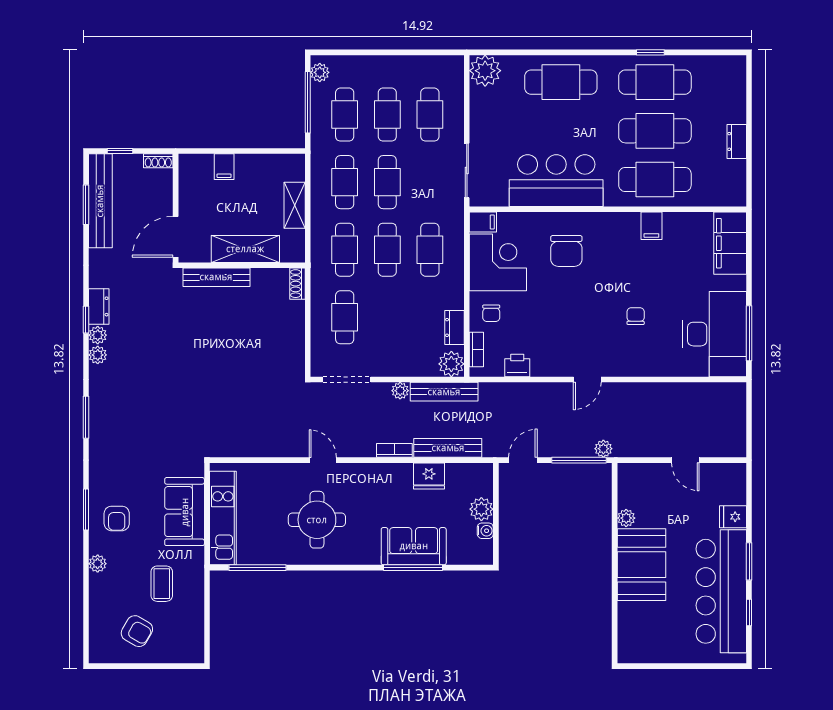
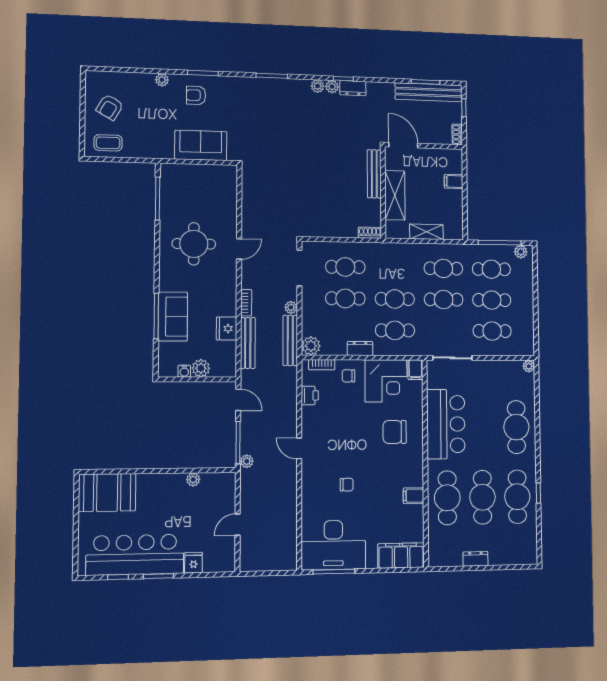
plant: (485, 71) -> (529, 366), width x0.53, depth x0.53
cafe table: (345, 250) -> (345, 298), moved
dresser: (455, 327) -> (360, 348), moved
kitchen unit: (223, 518) -> (196, 174), removed
booth: (641, 565) -> (107, 493), moved
coffee table: (162, 584) -> (108, 143), moved

